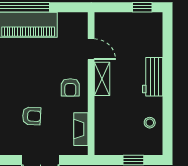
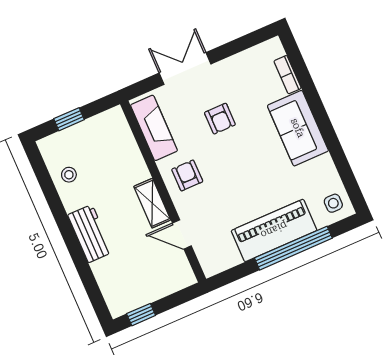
armchair: (32, 116) -> (220, 119), turned -93
fireplace: (81, 129) -> (154, 128), width x1.37, depth x1.32

